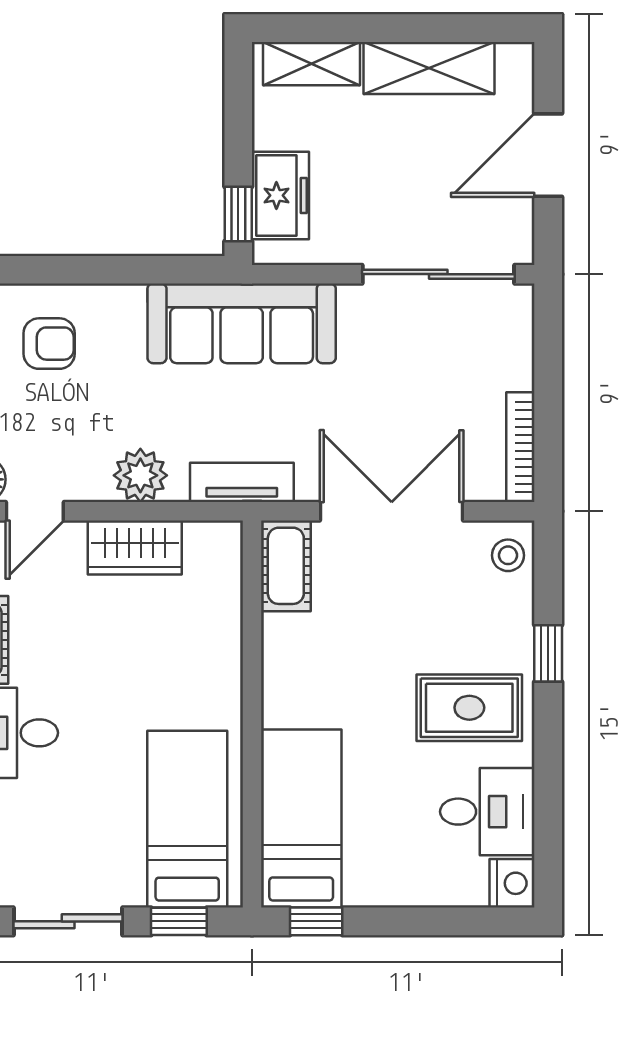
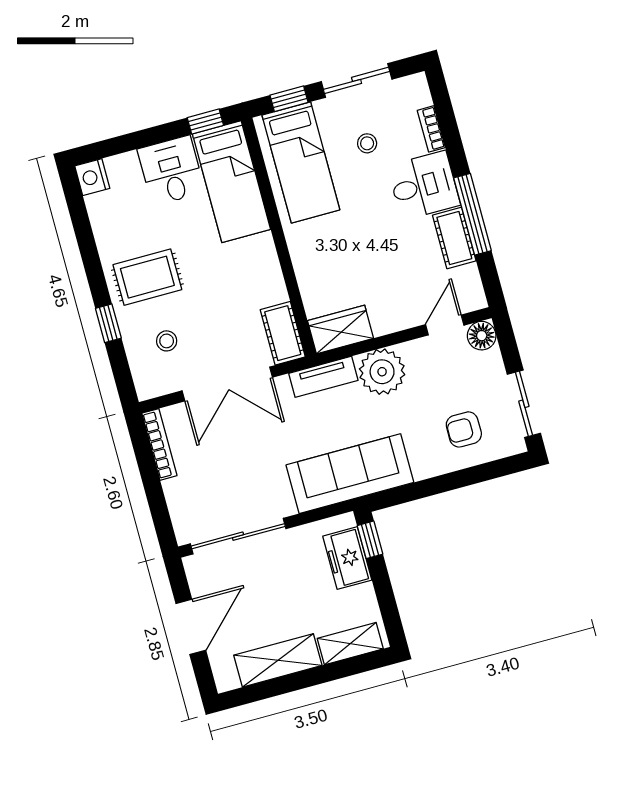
plant: (140, 475) -> (382, 372), width x1.36, depth x1.36
wardrobe: (135, 548) -> (341, 329), moved
stool: (508, 555) -> (167, 341), moved
desk: (487, 812) -> (171, 171), moved, turned 90
stool: (78, 821) -> (367, 143), added

